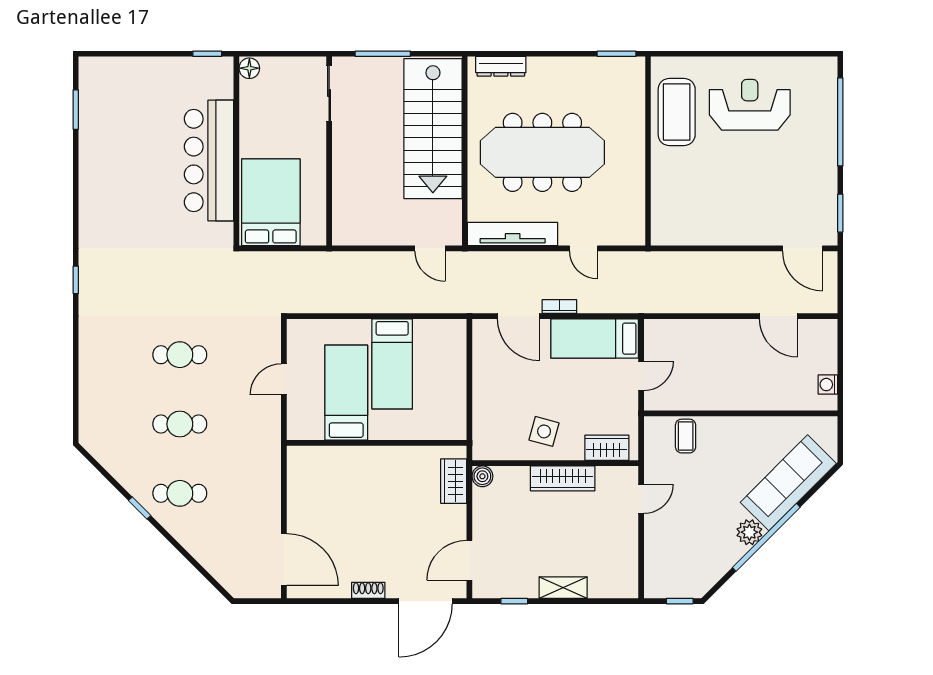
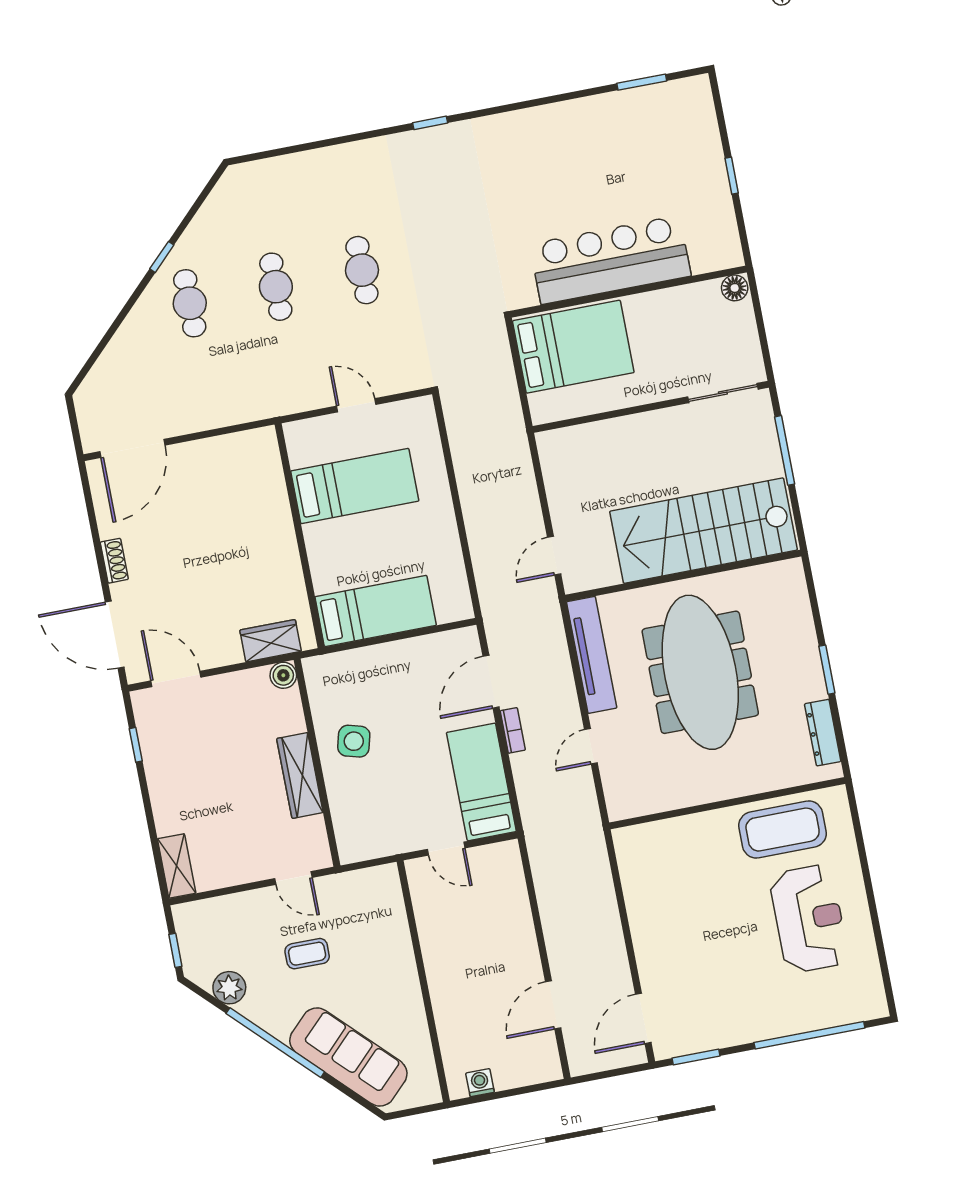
window: (207, 54) -> (732, 176), moved
window: (617, 54) -> (827, 670), moved
dresser: (501, 66) -> (823, 733), moved
bed: (392, 364) -> (376, 611), moved, turned 180
coffee table: (686, 436) -> (307, 954), moved
wardrobe: (607, 448) -> (349, 823), removed
plant: (749, 532) -> (229, 988), moved
shelving: (563, 588) -> (177, 866), moved

